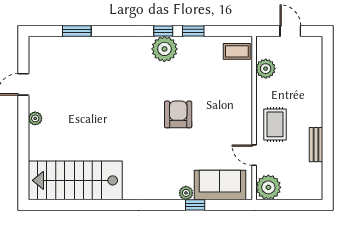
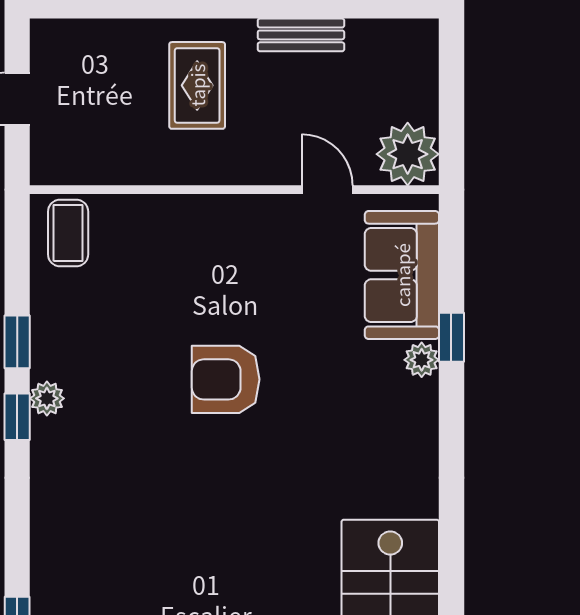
plant: (164, 49) -> (47, 398), width x0.53, depth x0.53
plant: (266, 69) -> (111, 161), removed
rug: (275, 124) -> (197, 85), moved, turned 90
door: (254, 155) -> (327, 190), swing flipped

